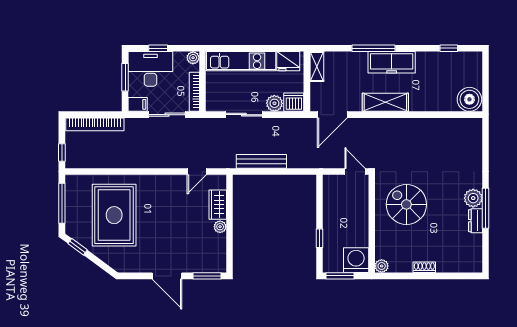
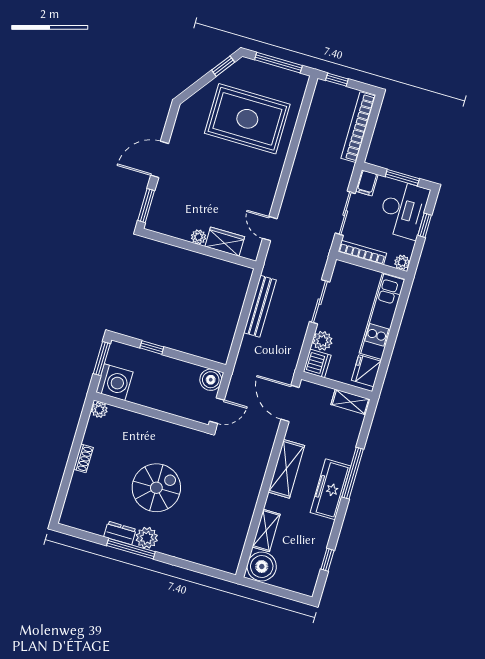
shelving: (440, 104) -> (266, 531), added
boiler: (332, 184) -> (211, 380), added
spiral stairs: (406, 204) -> (156, 488), moved

